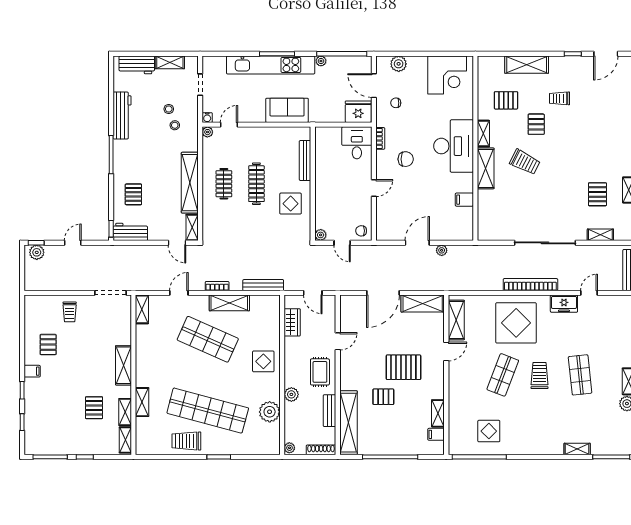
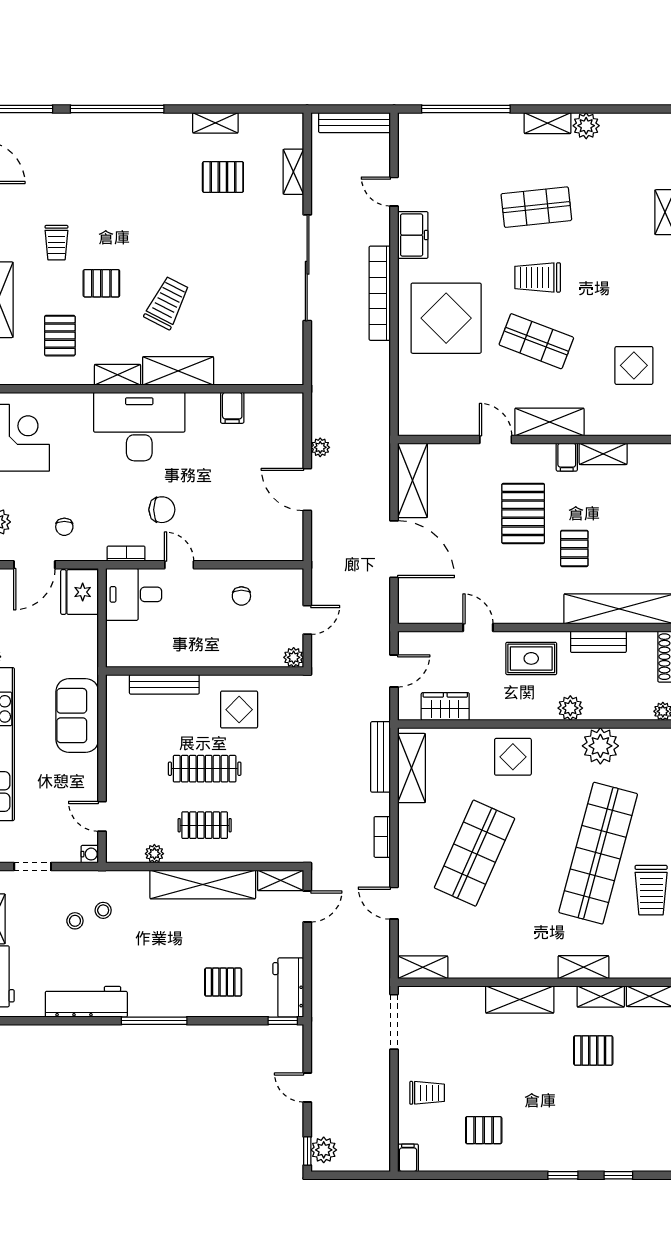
plant: (207, 132) -> (154, 854), moved
chair: (406, 159) -> (162, 510), turned 90
door: (374, 188) -> (179, 565), moved
chair: (361, 231) -> (241, 596), moved
shelving: (229, 303) -> (412, 768), moved
shelving: (456, 320) -> (549, 422), moved
filing cabinet: (32, 371) -> (408, 1158), moved
filing cabinet: (436, 434) -> (567, 457), moved

